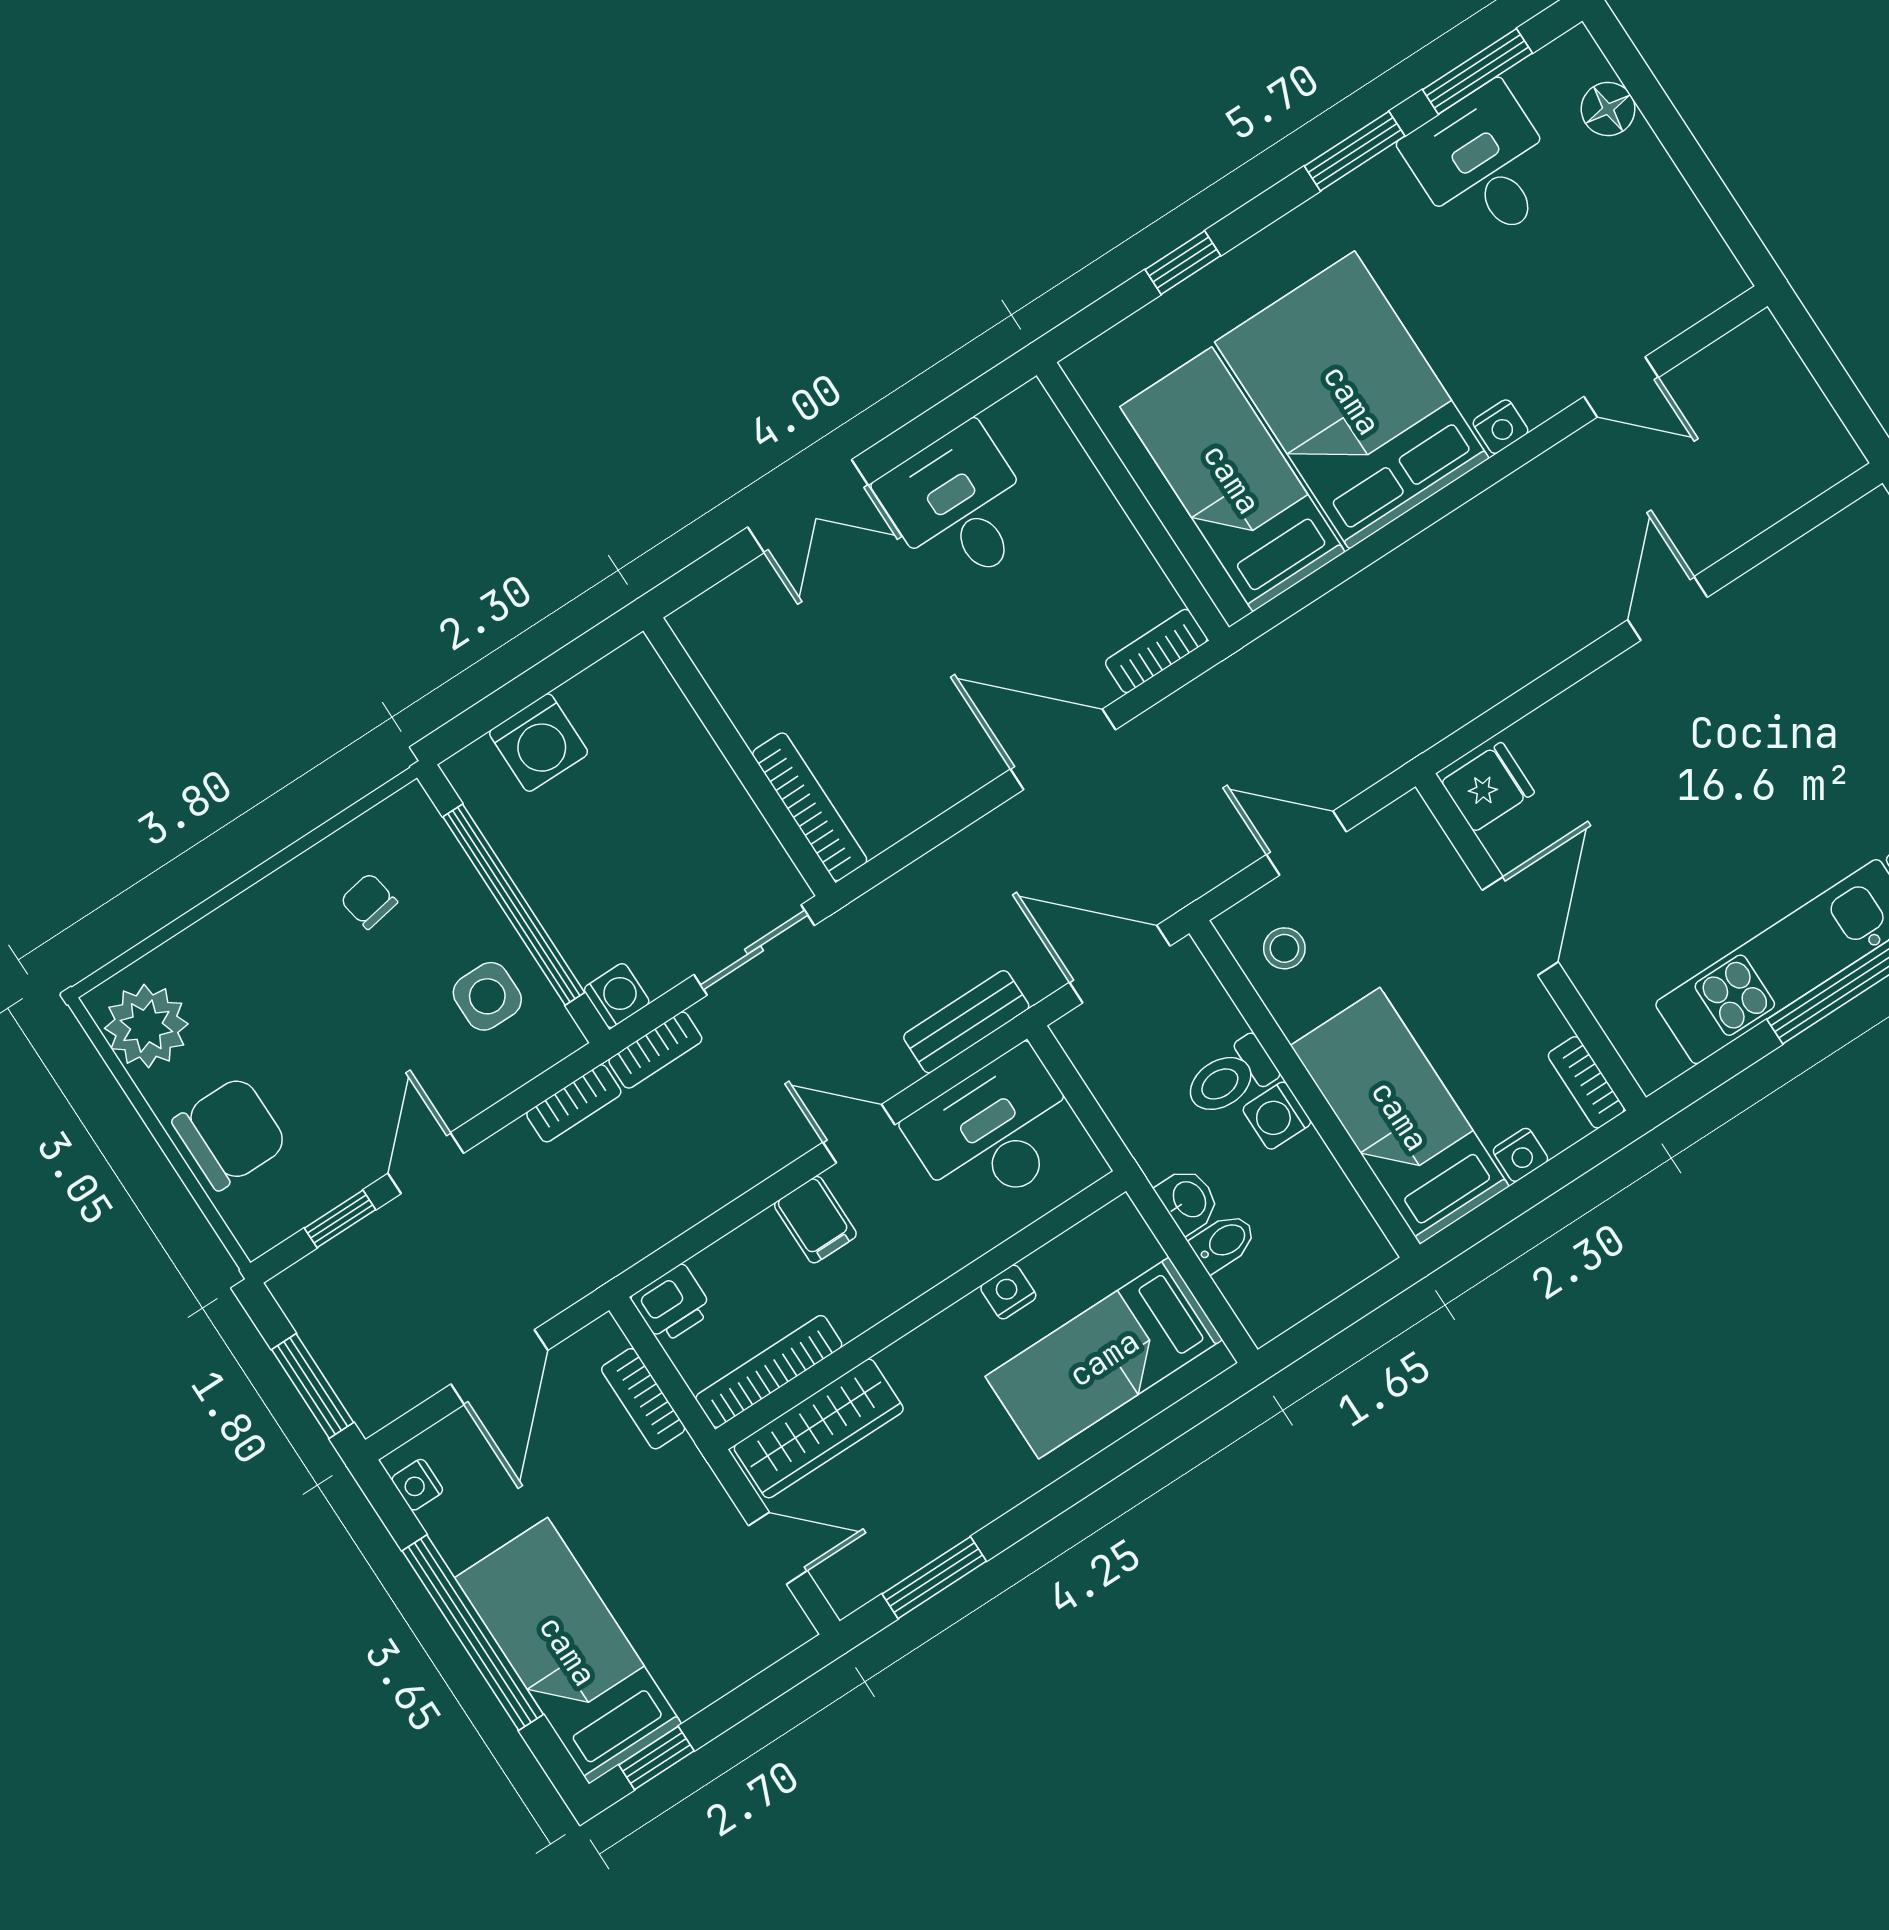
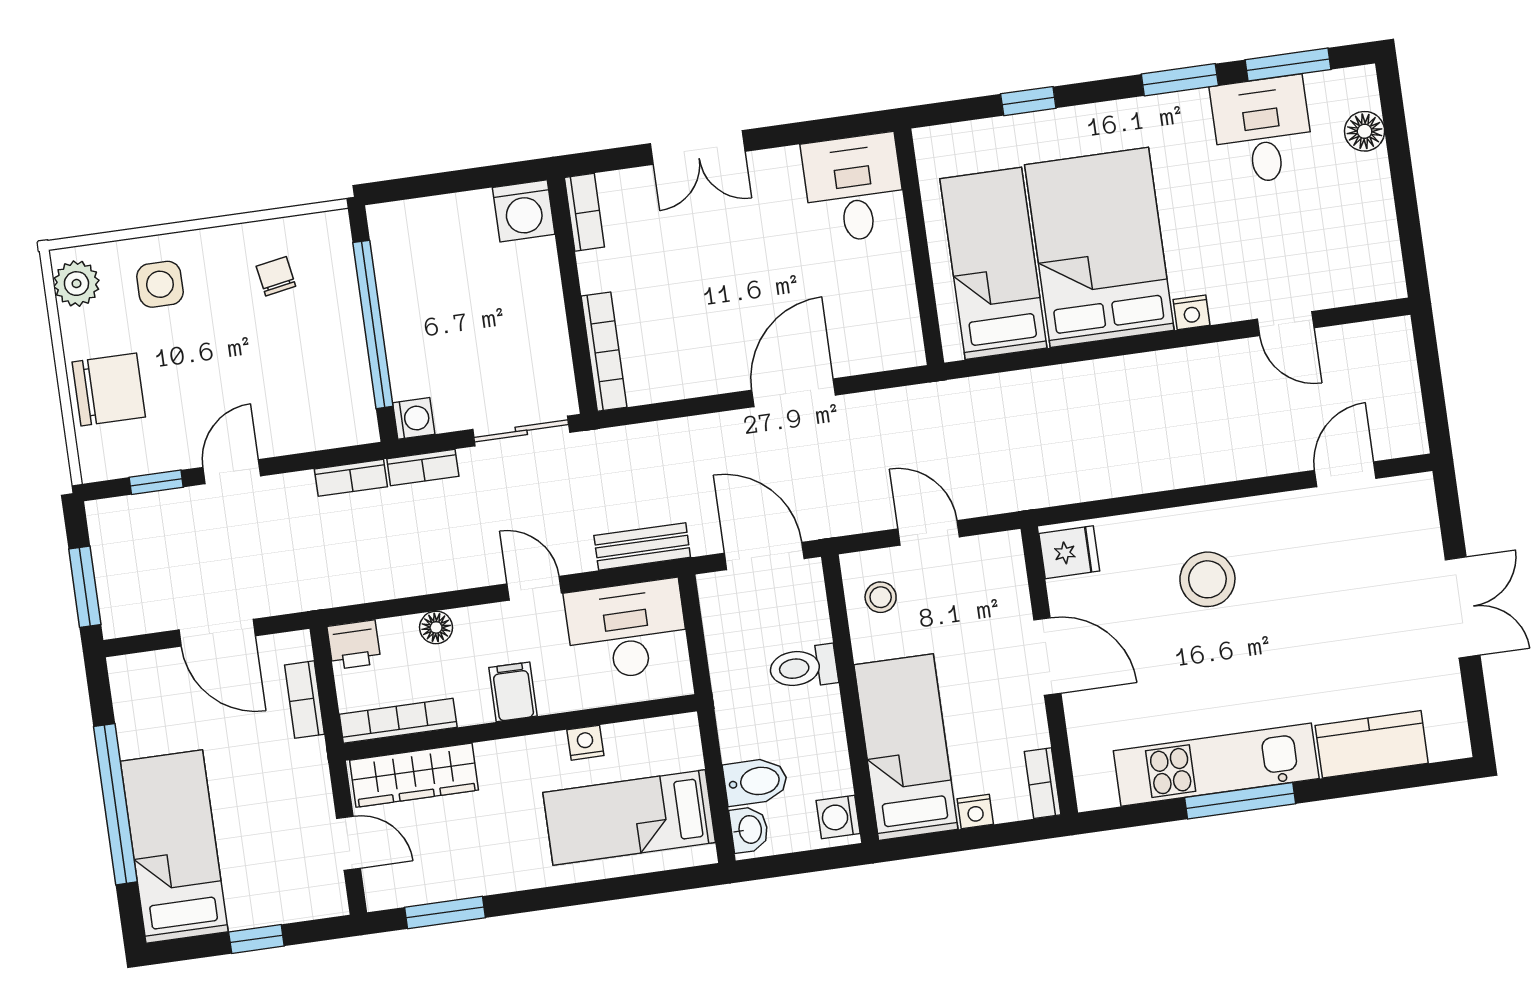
desk: (959, 507) -> (854, 188), moved
door: (1667, 609) -> (1345, 474), moved
bookcase: (1156, 651) -> (584, 212), moved, turned 90
stool: (1671, 742) -> (1207, 579), added
washing machine: (539, 743) -> (524, 211), moved
door: (1063, 749) -> (794, 393), hinge flipped
door: (1520, 926) -> (1047, 656), hinge flipped
side table: (487, 996) -> (160, 284), moved
plant: (146, 1026) -> (76, 284), width x0.73, depth x0.73
washing machine: (1277, 1116) -> (838, 817), moved
washbasin: (1188, 1200) -> (749, 830), moved
filing cabinet: (815, 1220) -> (513, 692), moved, turned 180
floor lamp: (762, 1237) -> (436, 627), added
bidet: (1224, 1242) -> (756, 782), width x1.38, depth x1.36
door: (499, 1367) -> (217, 633), hinge flipped
nightstand: (417, 1485) -> (125, 687), removed
window: (656, 1758) -> (256, 939), moved

